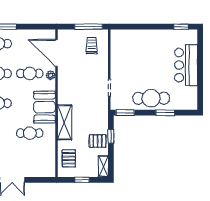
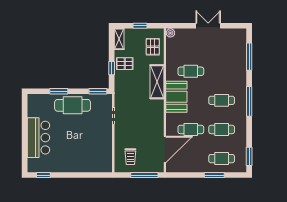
window: (89, 27) -> (144, 175), moved
door: (56, 53) -> (165, 149), hinge flipped
plant: (51, 75) -> (170, 33), moved

